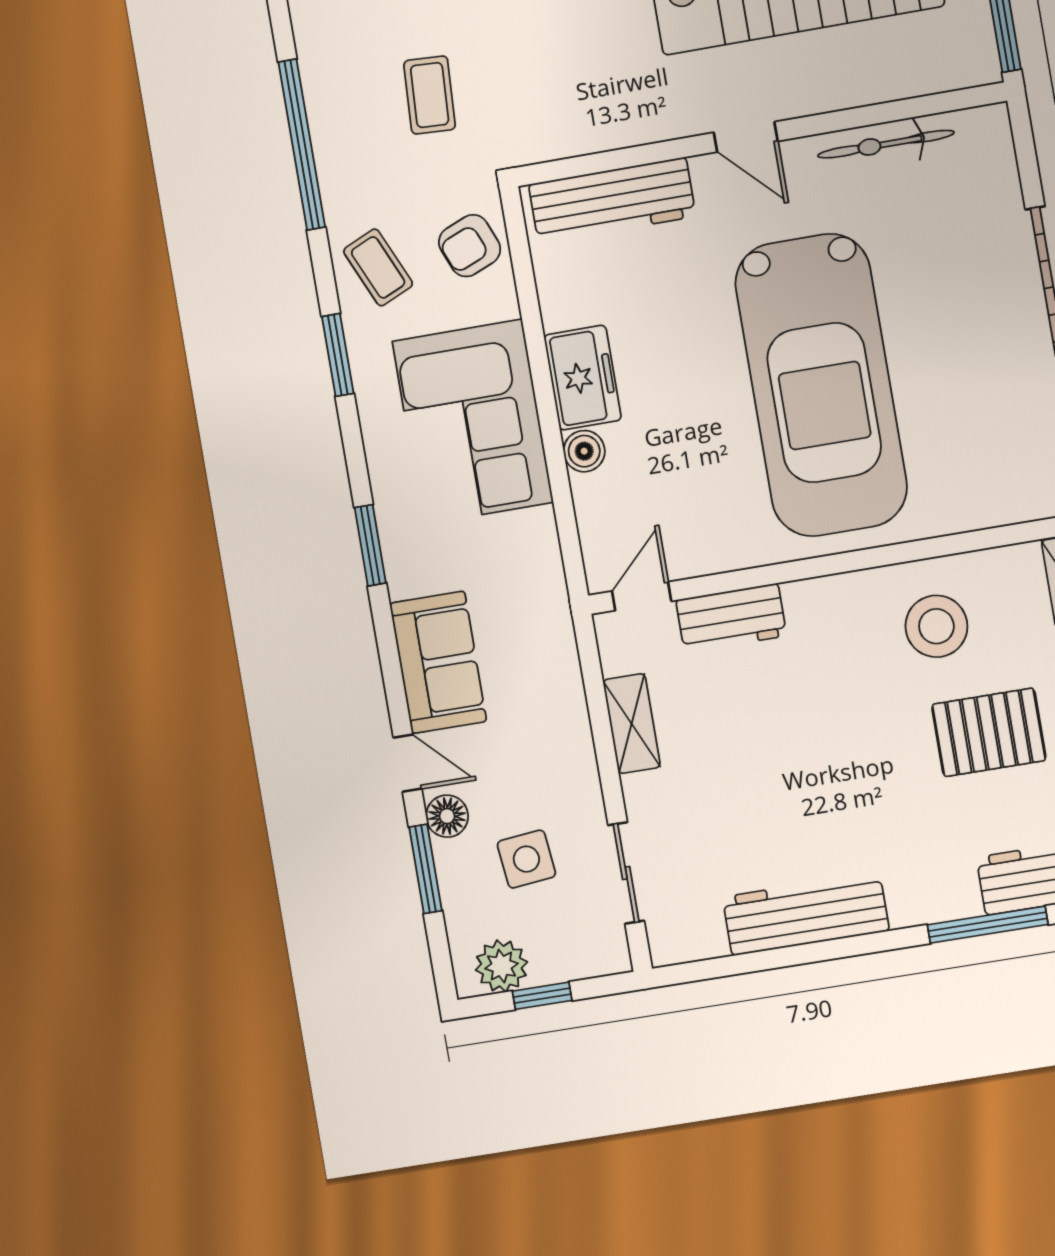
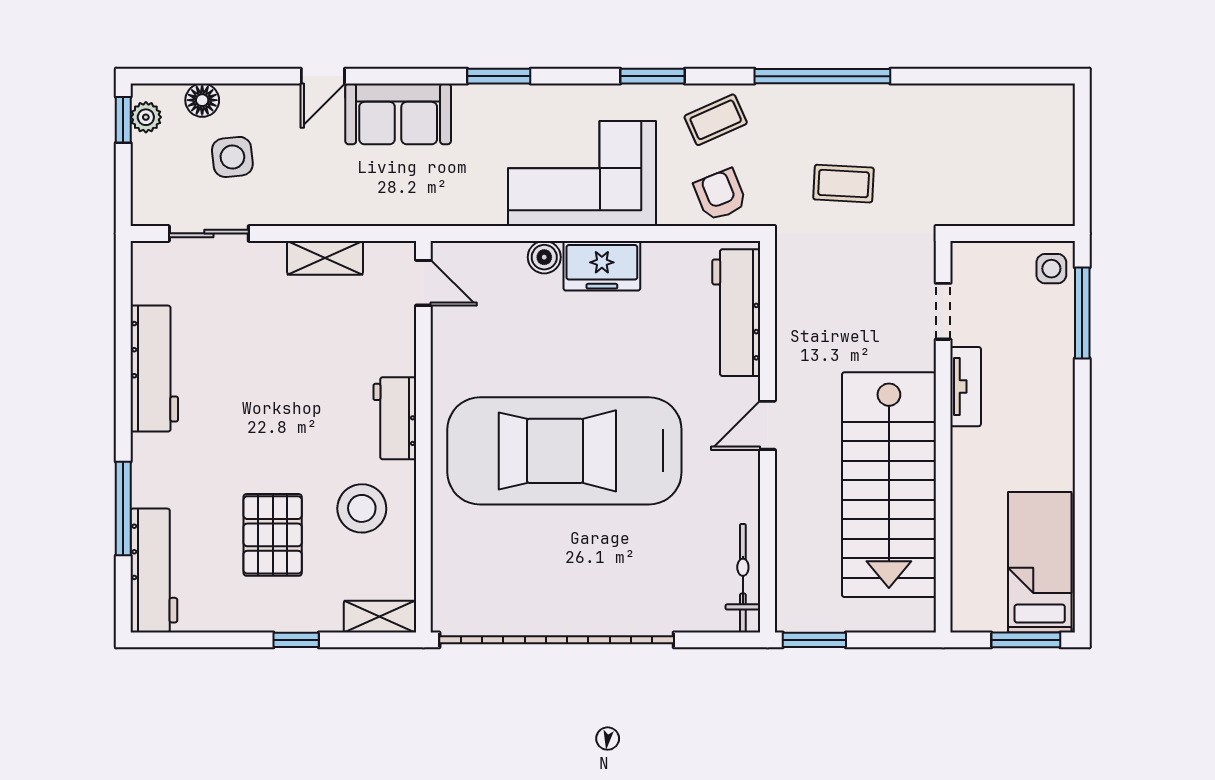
bicycle: (886, 144) -> (743, 578), moved
workbench: (731, 618) -> (395, 418), moved
floor lamp: (447, 816) -> (202, 100), moved
window: (426, 869) -> (238, 76), removed
plant: (501, 966) -> (146, 117), width x0.73, depth x0.73
window: (542, 996) -> (123, 120), moved

